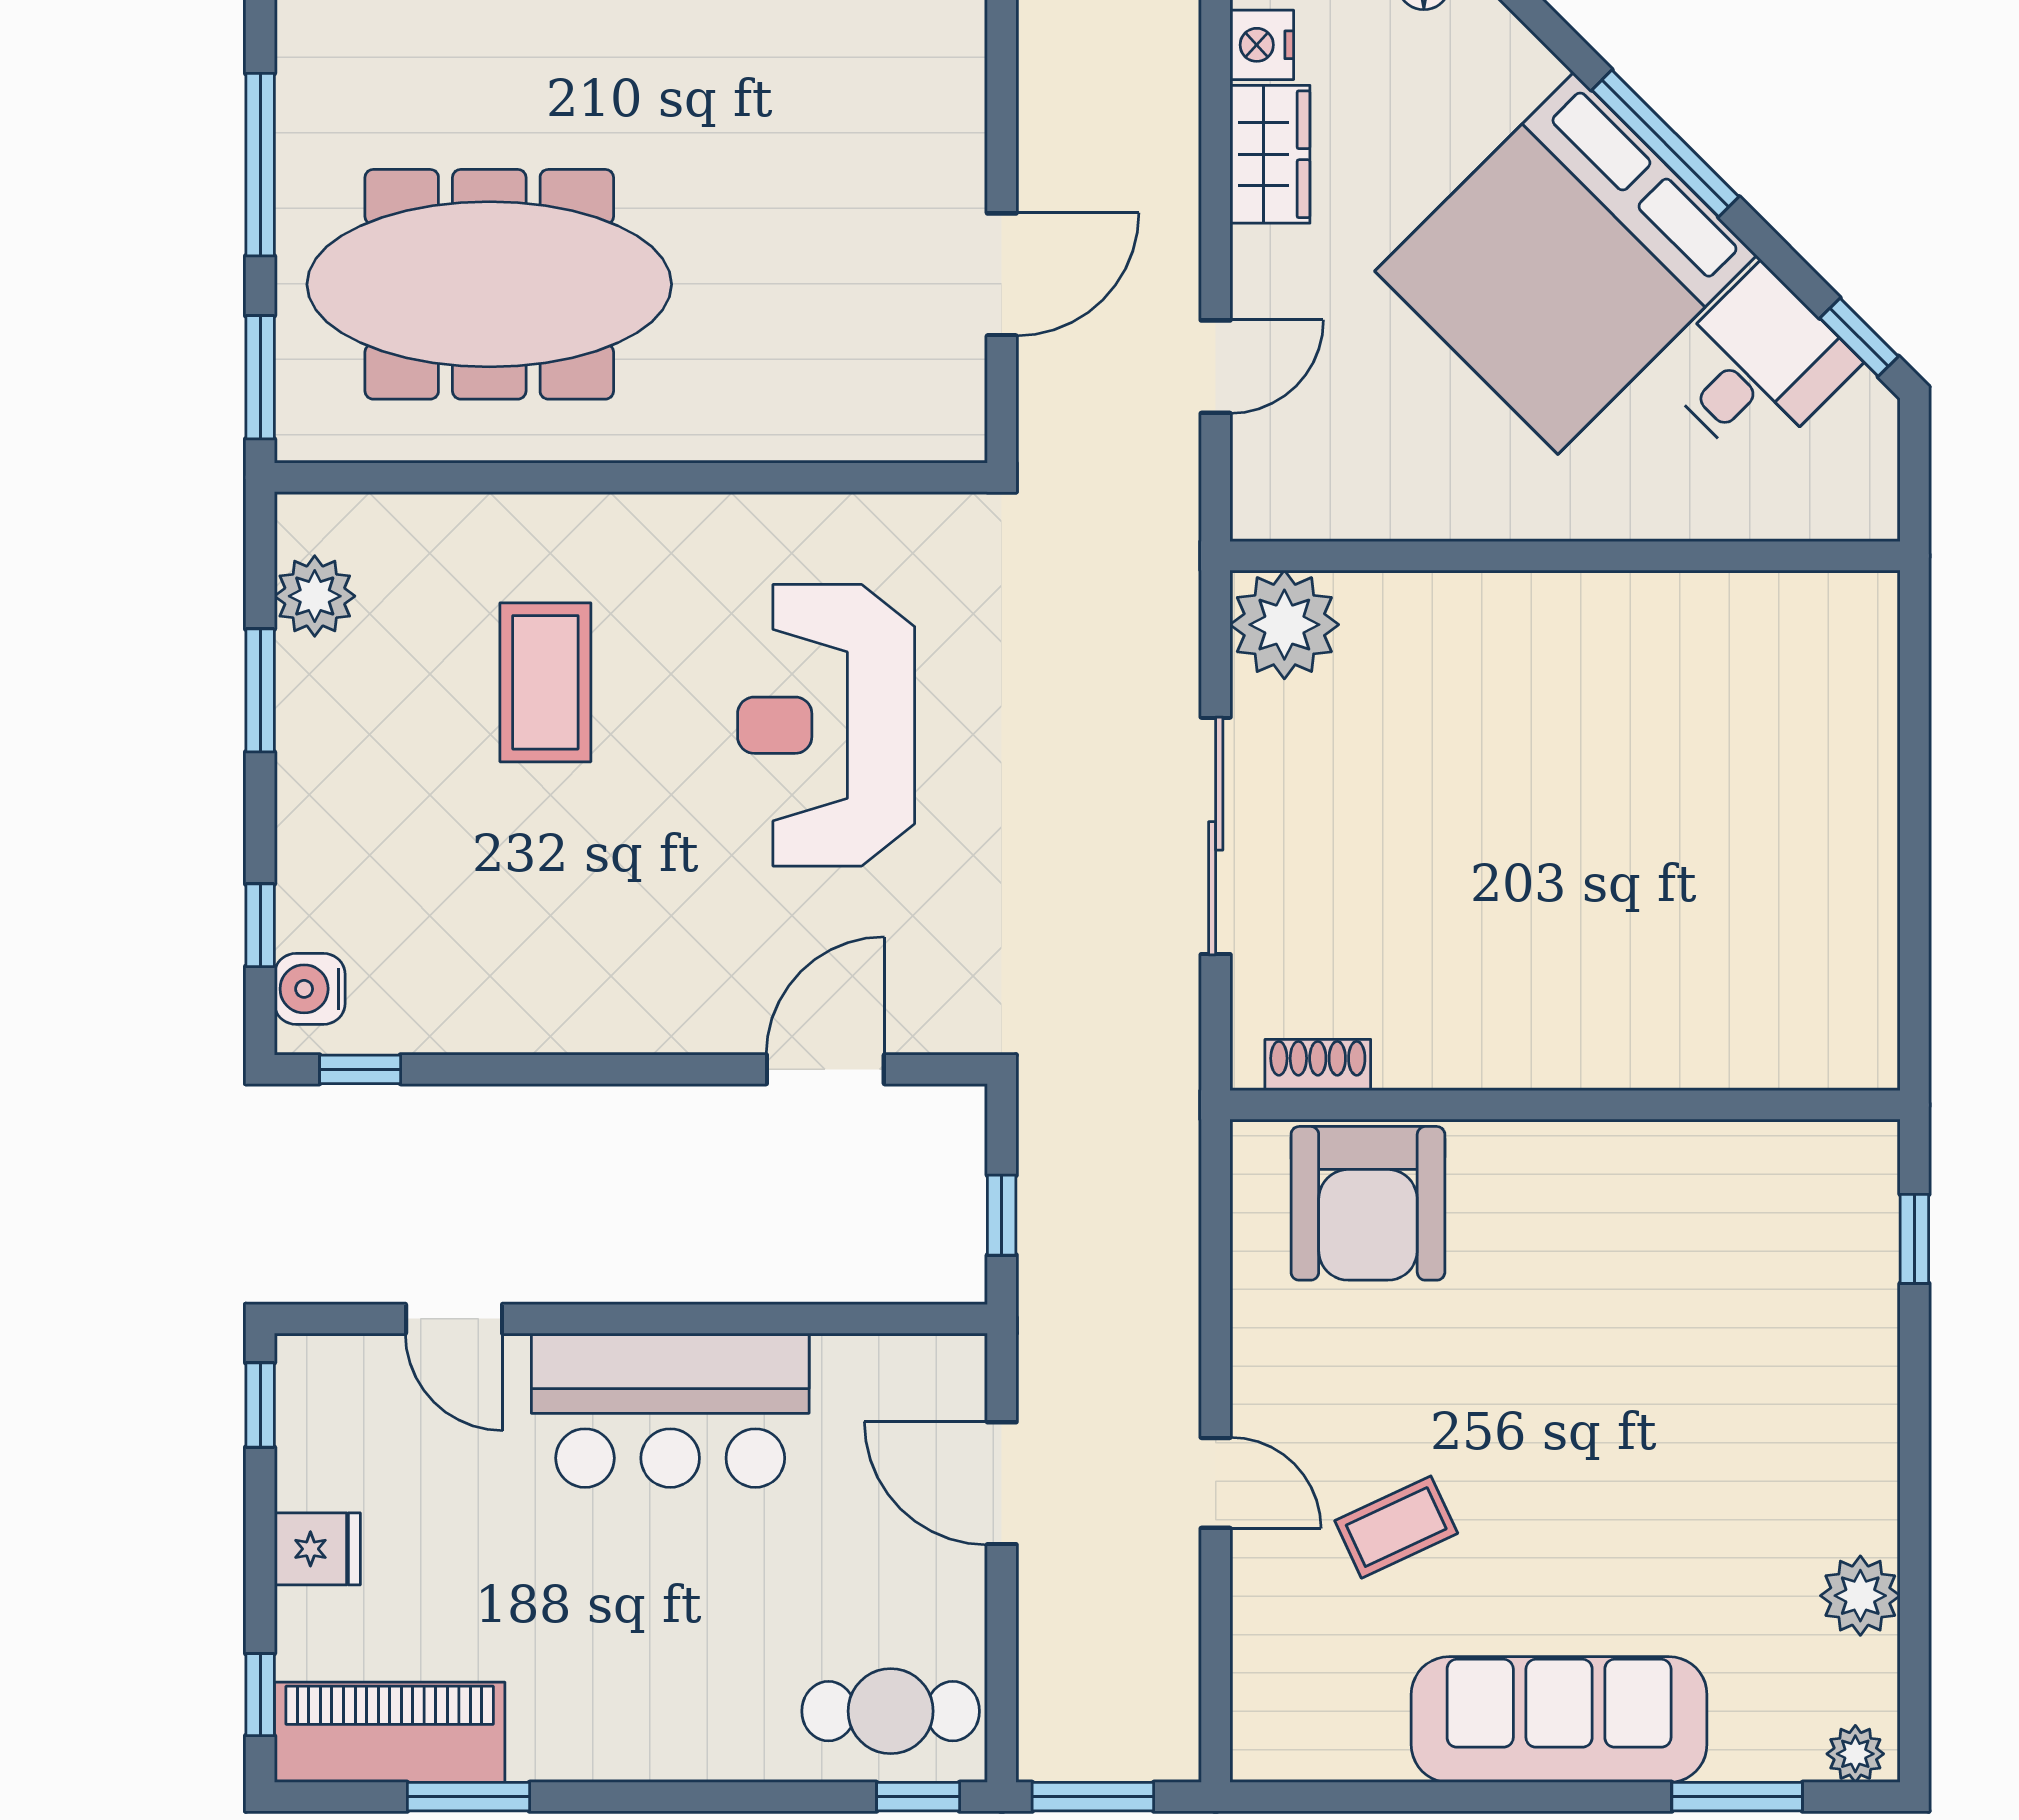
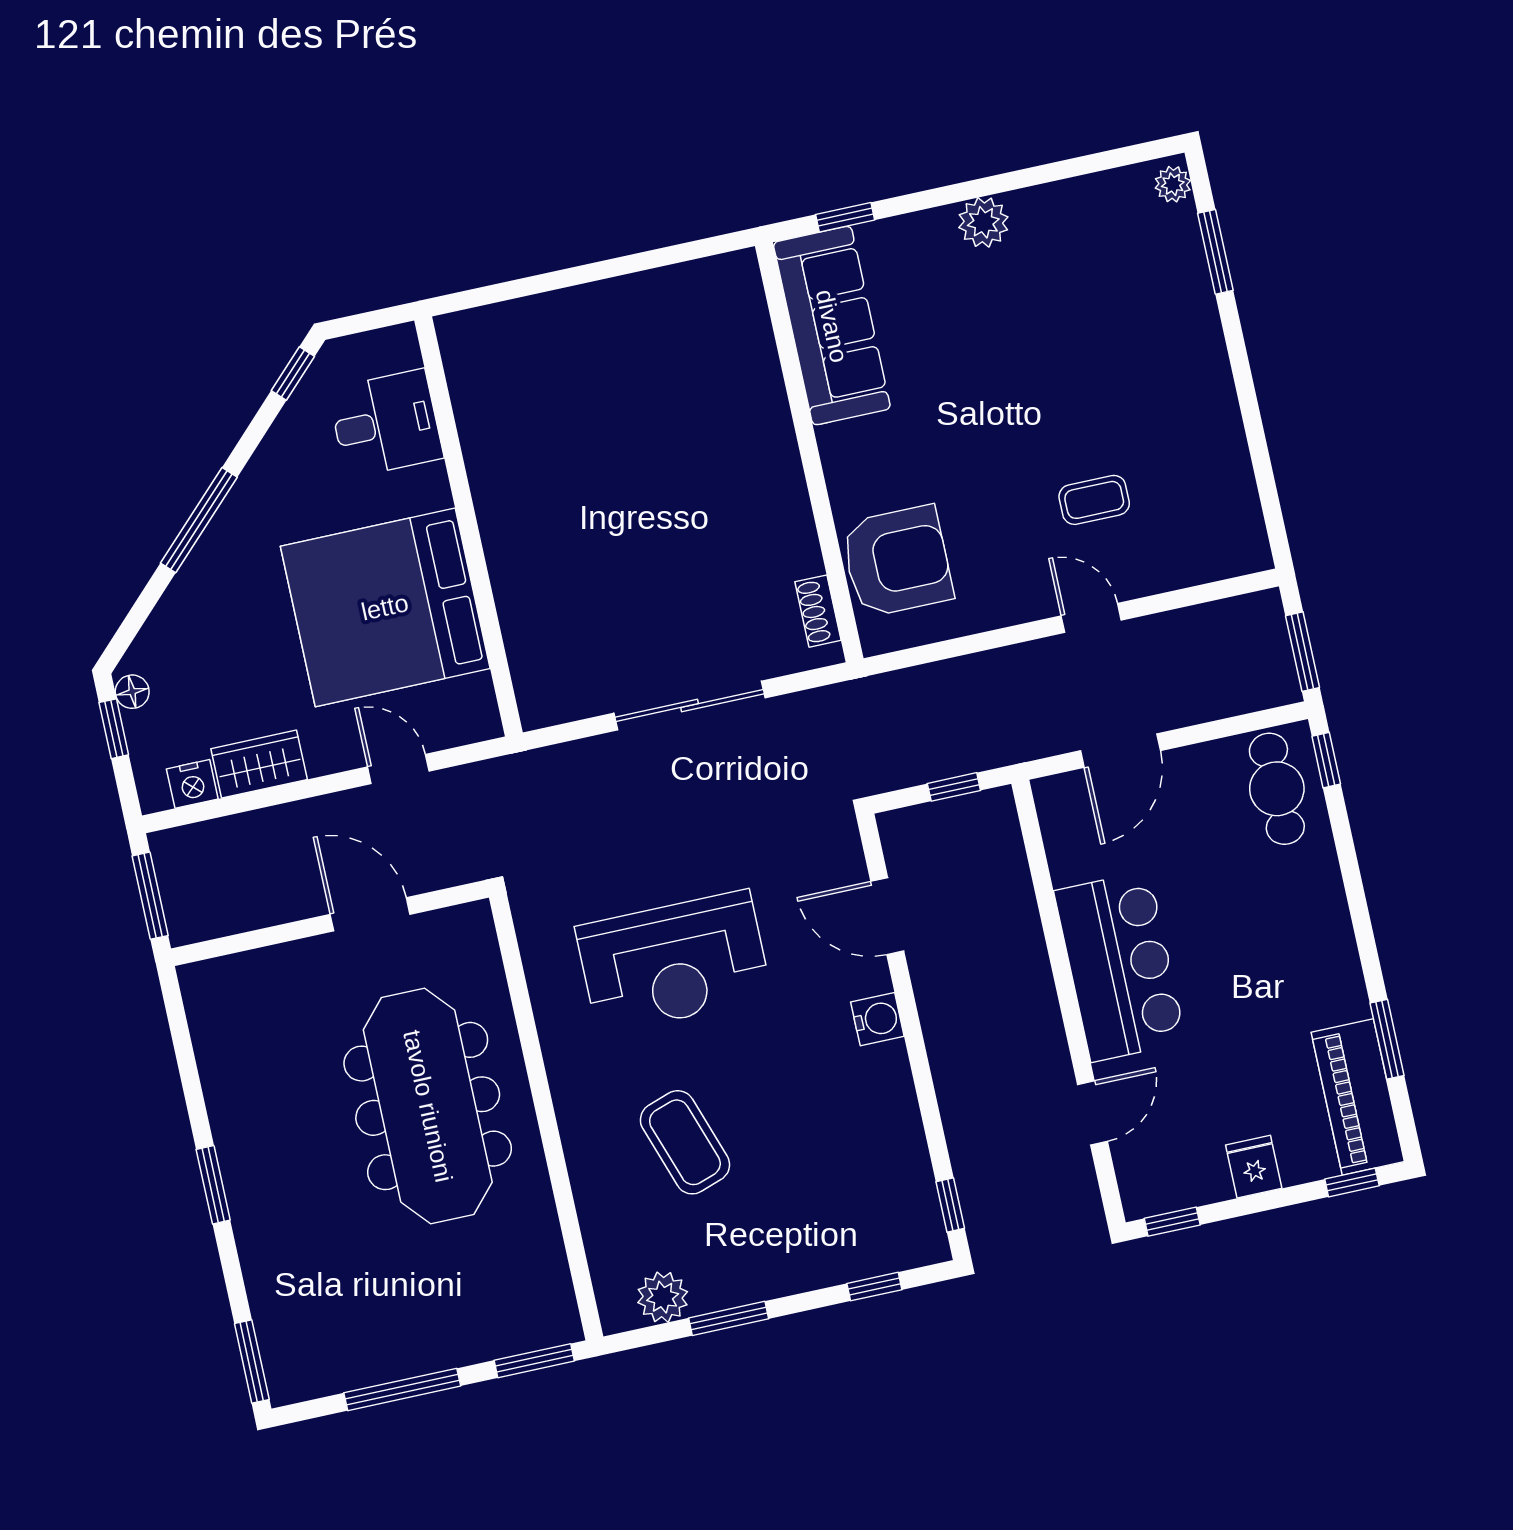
bed: (1566, 263) -> (385, 607), moved, turned 135
meeting table: (489, 284) -> (428, 1106), moved
desk: (1757, 366) -> (386, 424), moved, turned 135
plant: (1284, 625) -> (549, 691), removed
coffee table: (545, 682) -> (685, 1142), turned 71
water cooler: (310, 989) -> (877, 1019), moved, turned -90
door: (1216, 1483) -> (1091, 618), hinge flipped
coffee table: (1396, 1527) -> (1094, 500), turned -65
plant: (1860, 1596) -> (983, 222), moved
sofa: (1559, 1720) -> (832, 326), moved, turned 180

